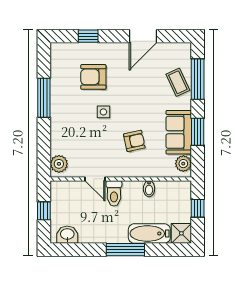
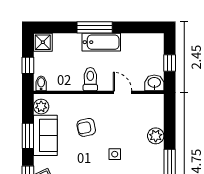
plant: (59, 164) -> (156, 136), moved
bidet: (149, 189) -> (41, 83), moved
toilet: (114, 193) -> (90, 79), moved
bathtub: (149, 233) -> (101, 42), moved
washbasin: (67, 235) -> (154, 83), moved, turned 180

